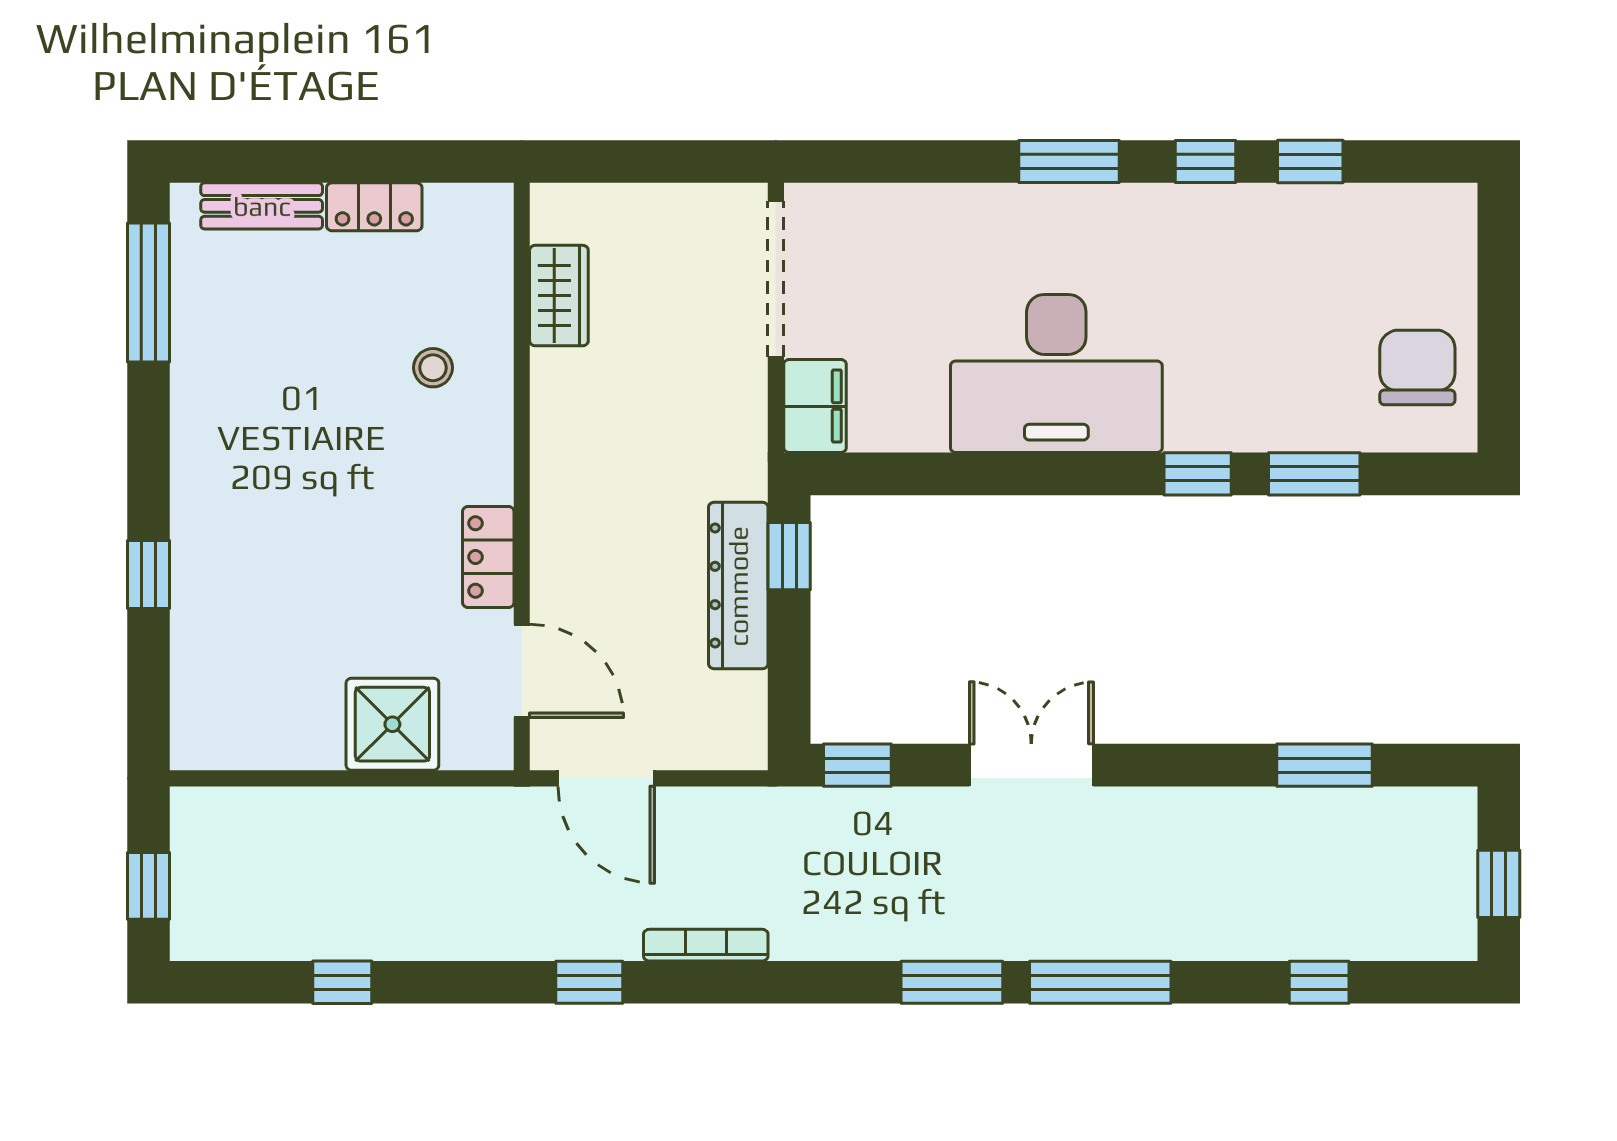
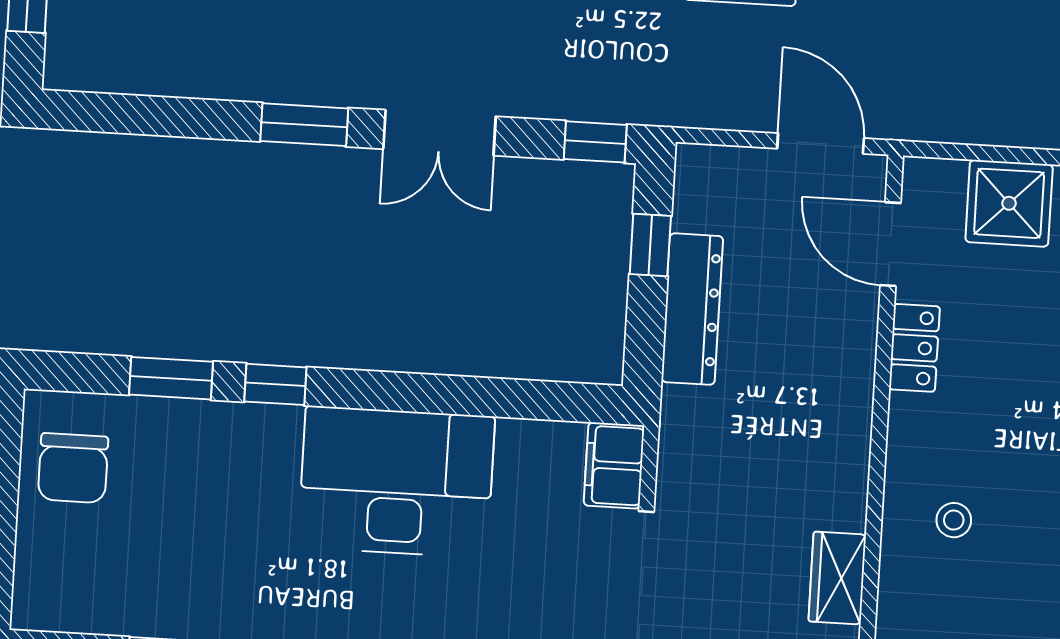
window: (789, 556) -> (650, 245), moved
window: (1324, 765) -> (304, 125), moved

